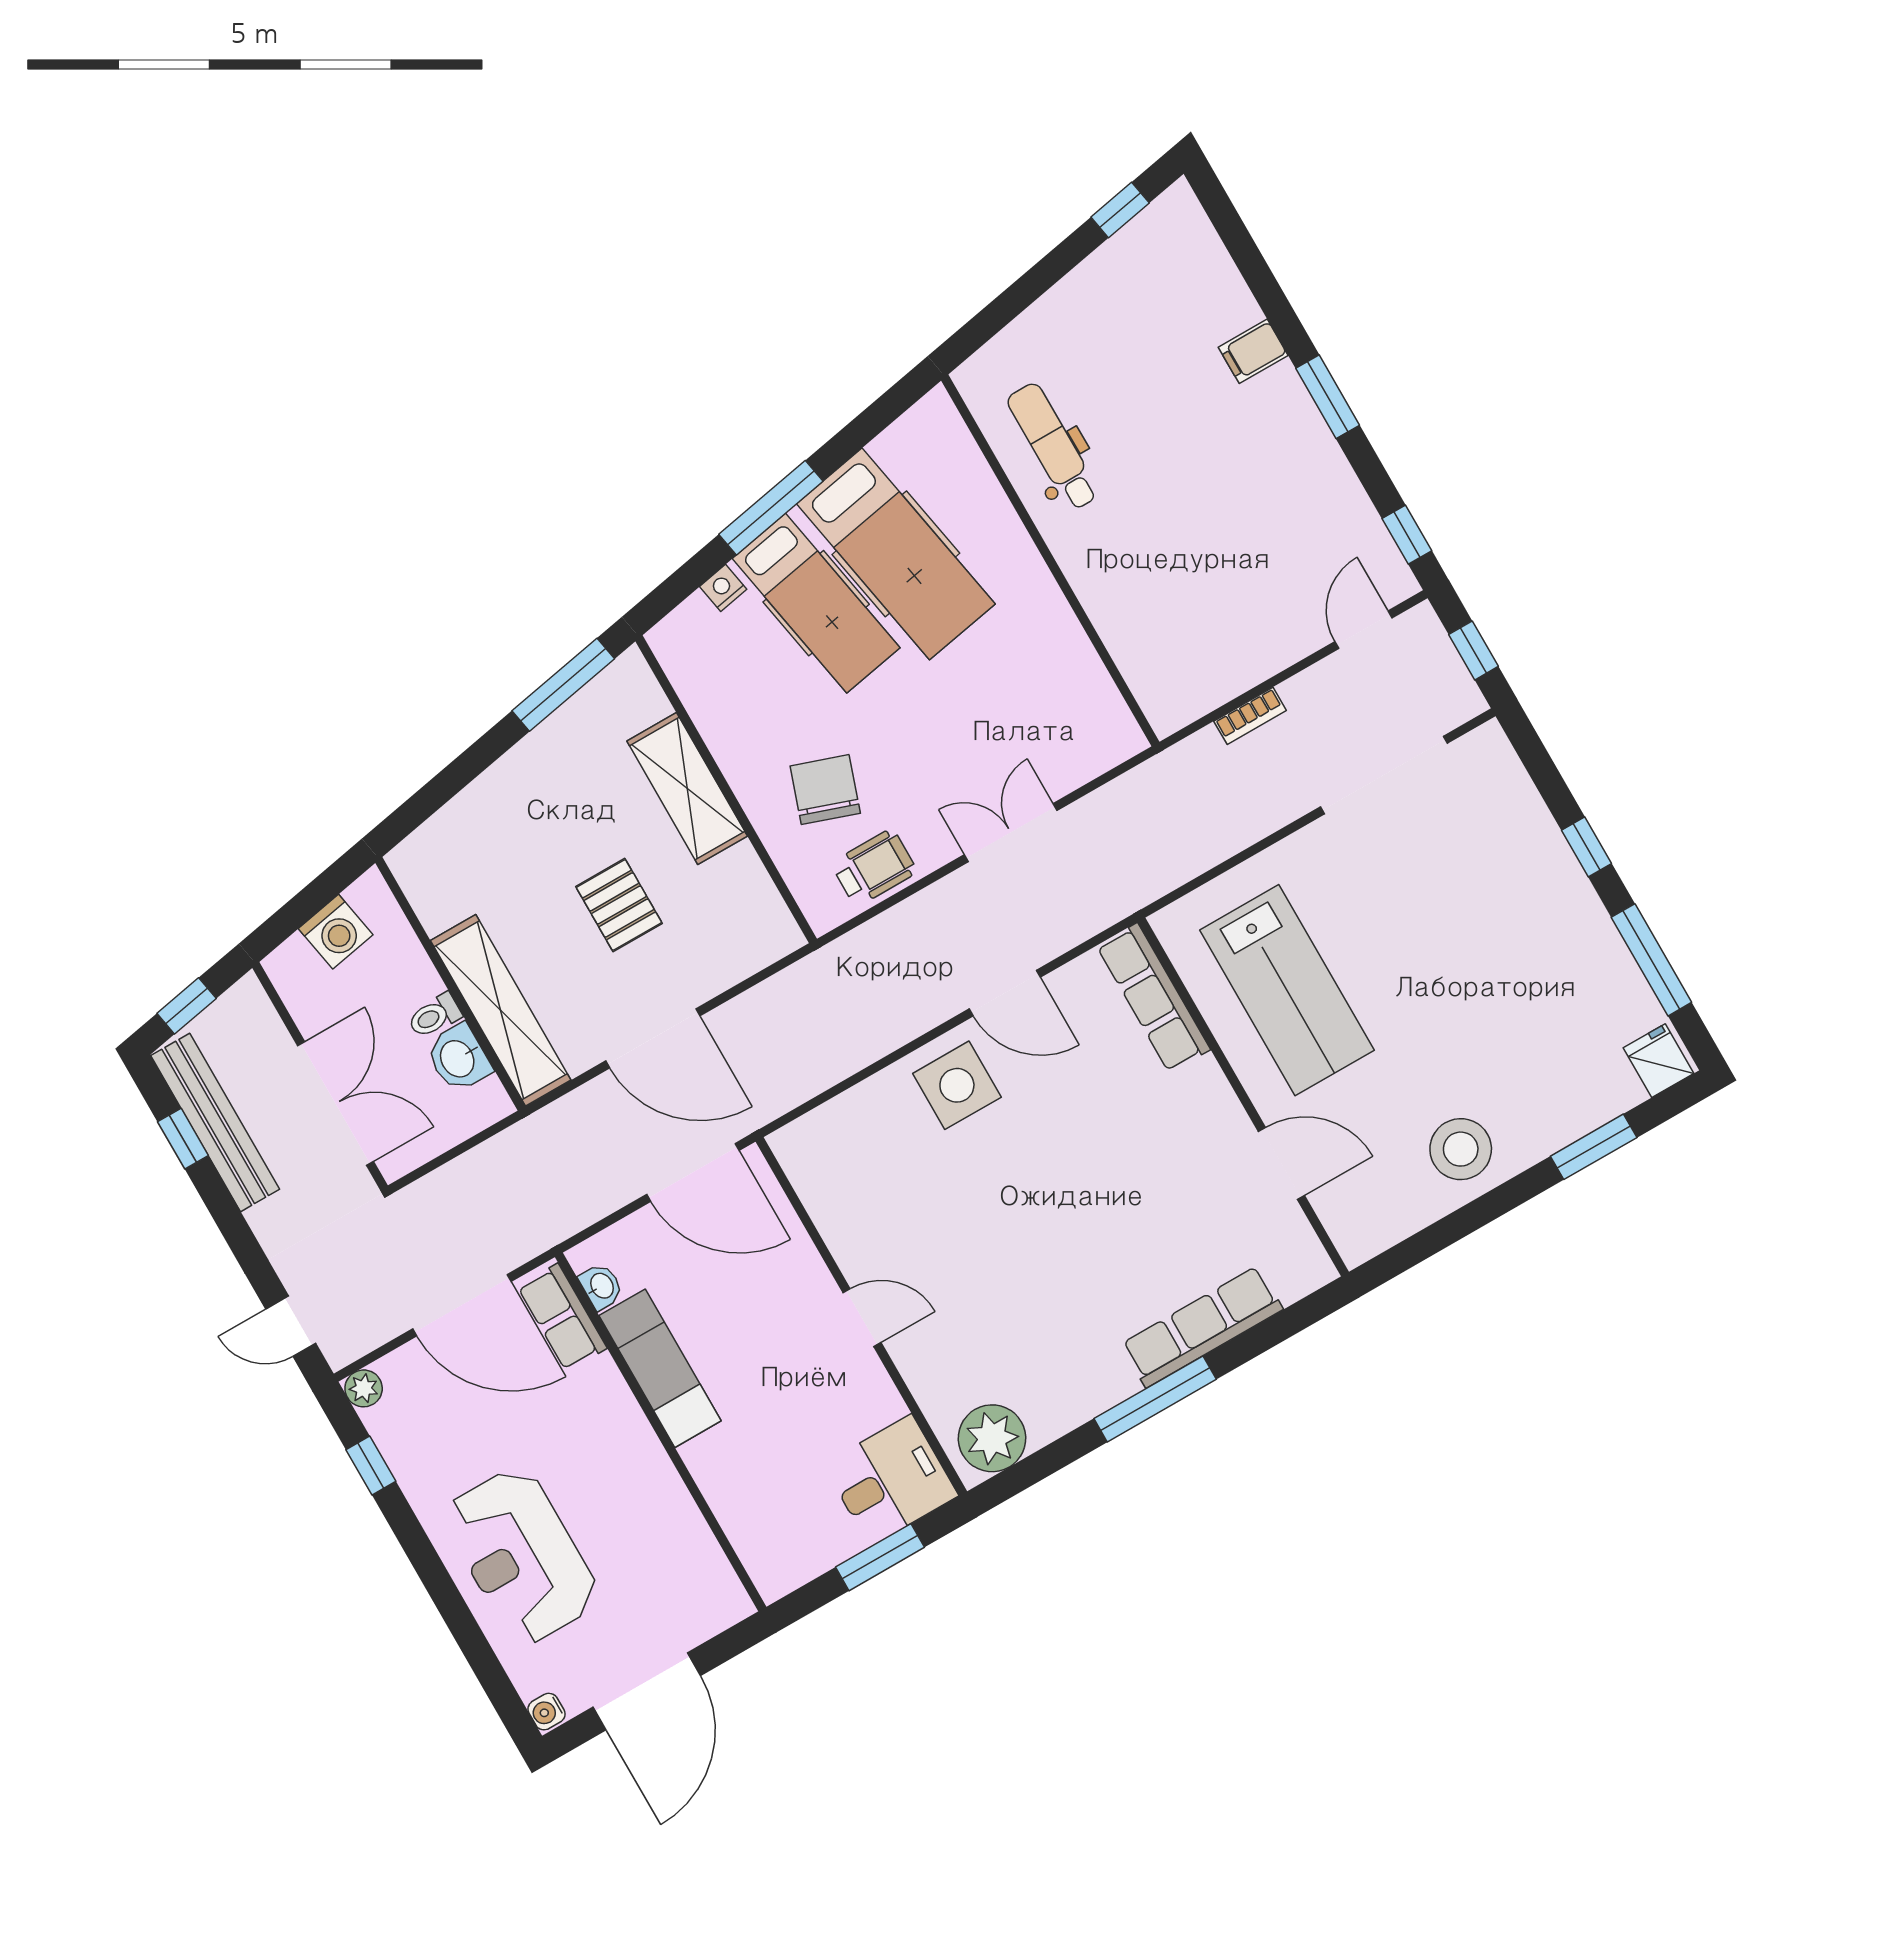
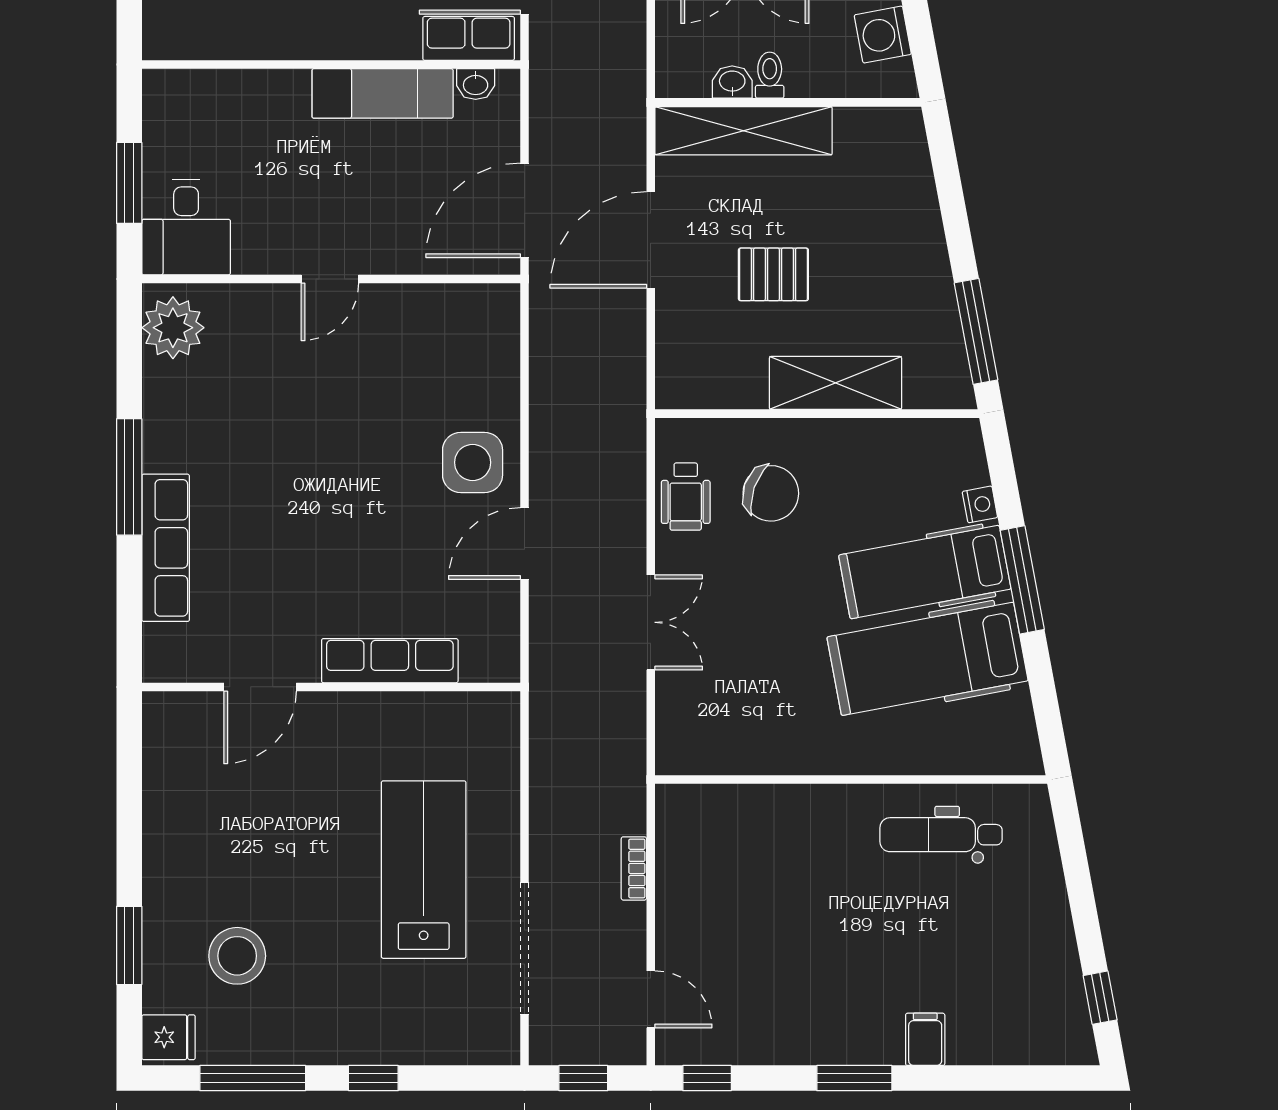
dental chair: (1053, 447) -> (941, 835), turned 180
lab bench: (1287, 990) -> (424, 870), moved, turned 90
row of seats: (1153, 998) -> (390, 661), moved
washbasin: (458, 1058) -> (732, 82), width x0.72, depth x0.69
stool: (1461, 1149) -> (237, 956), moved

